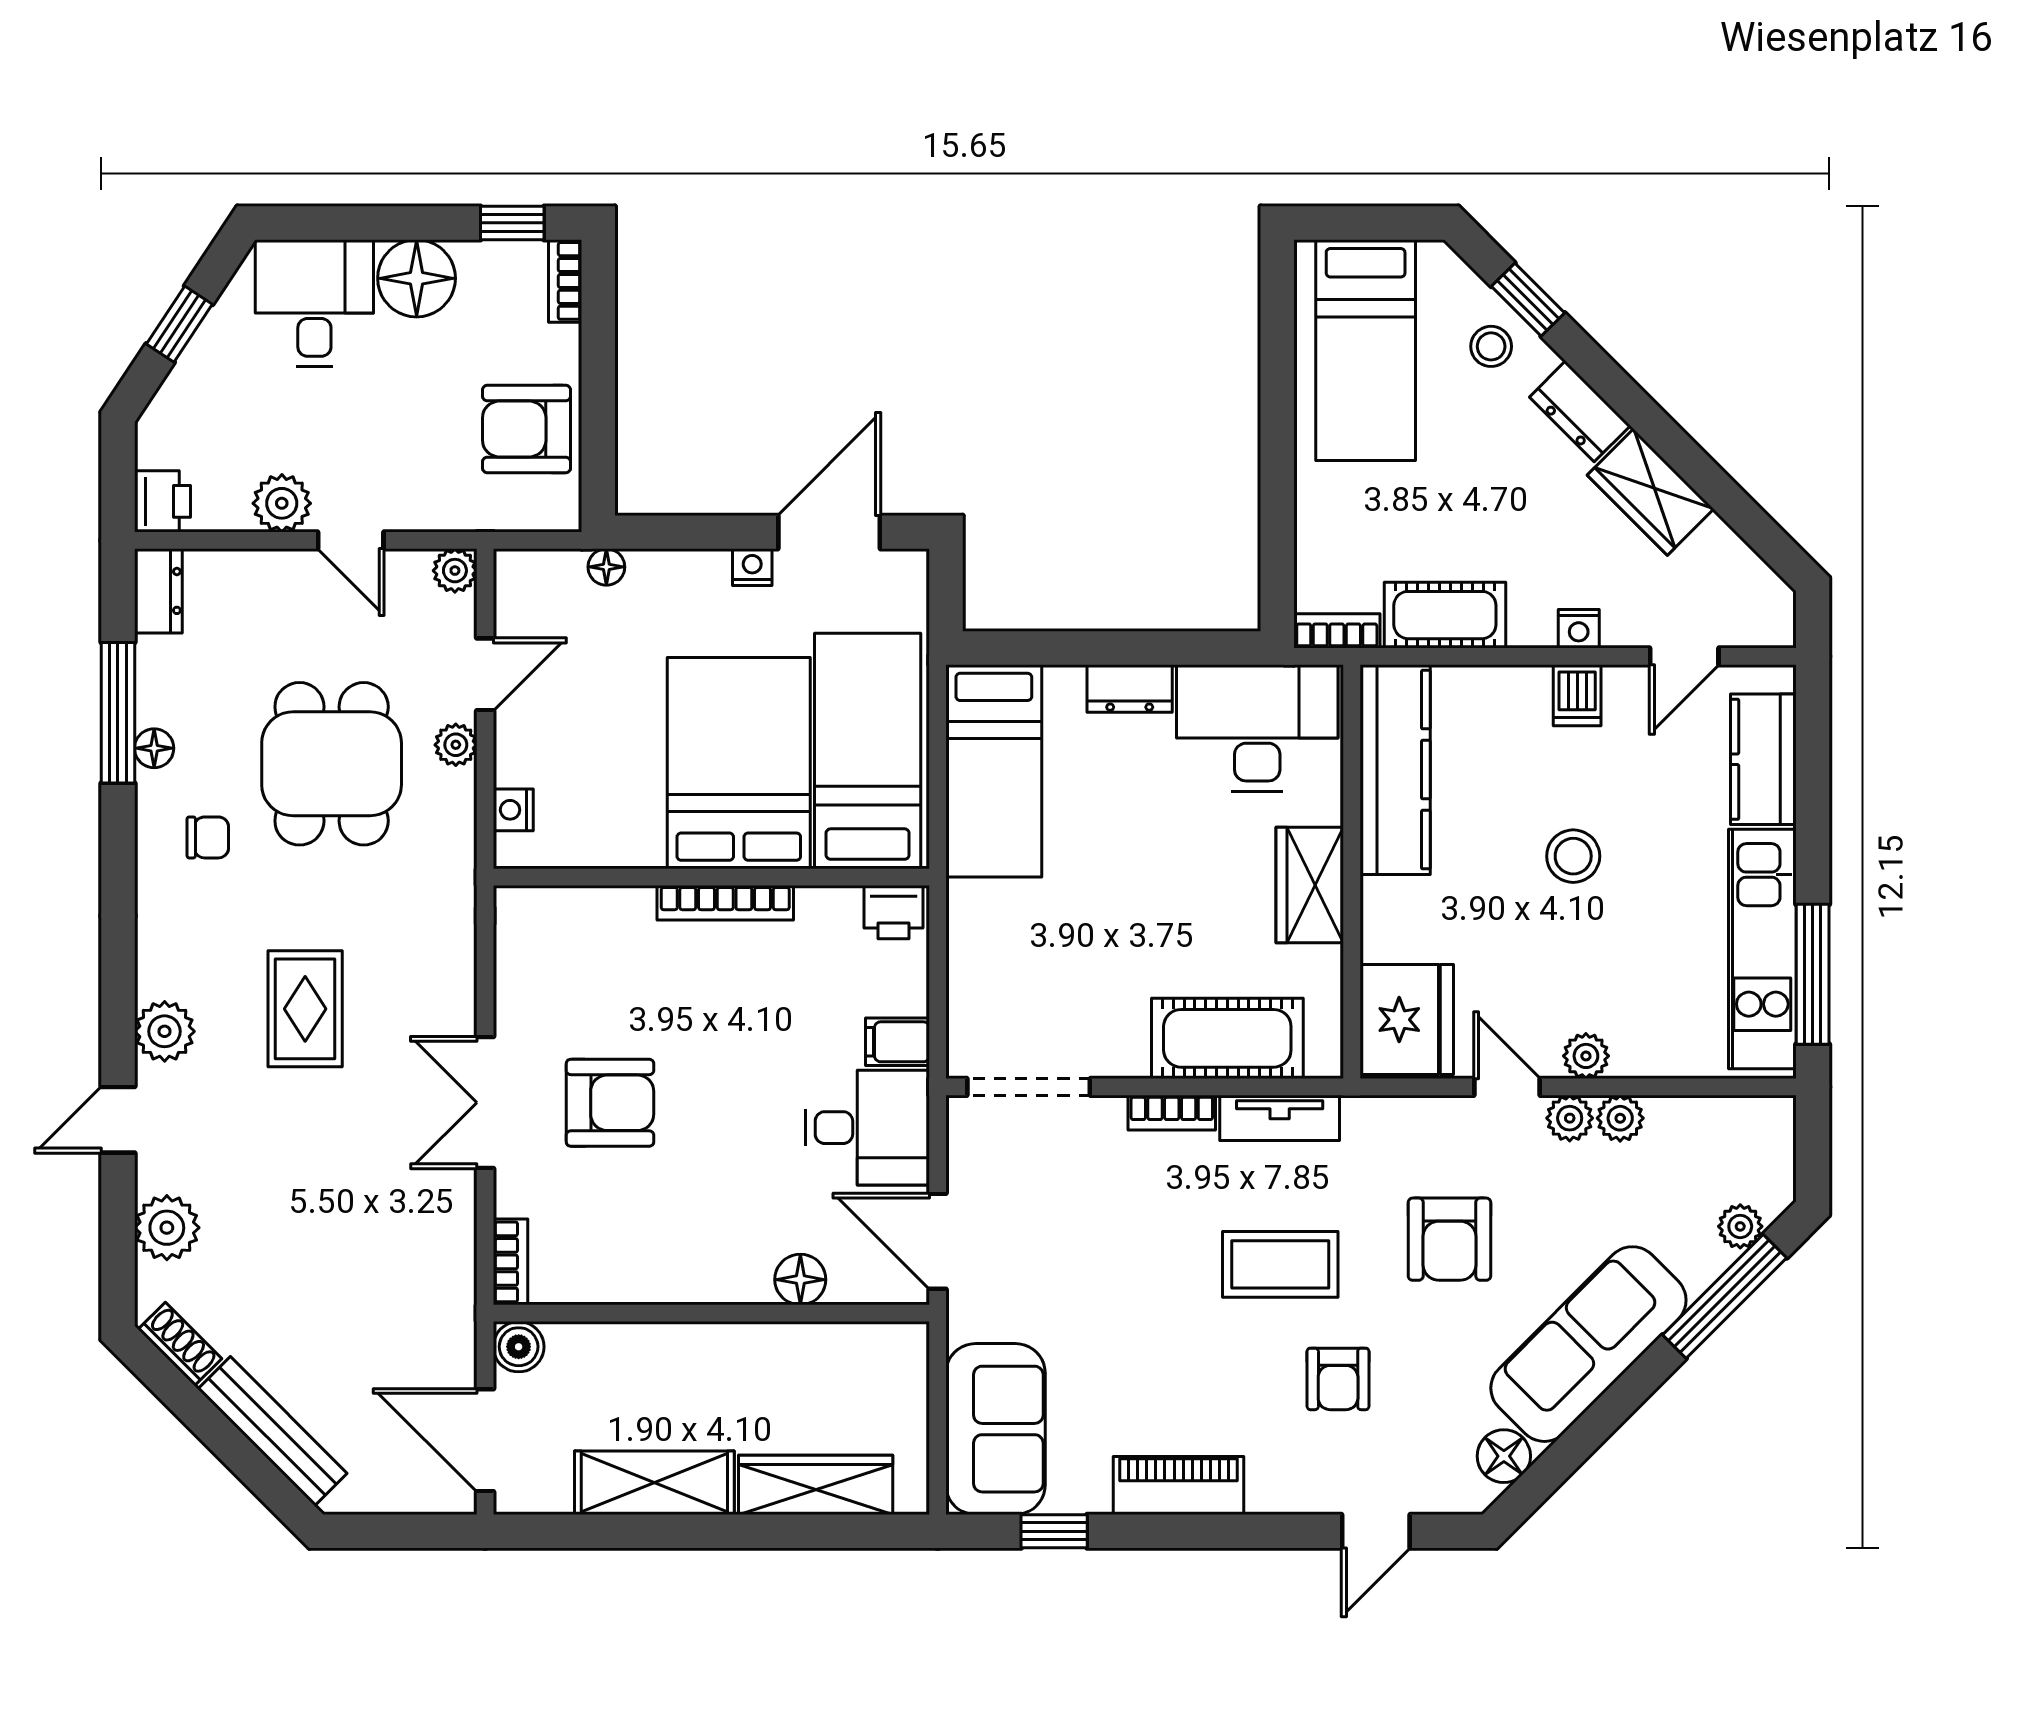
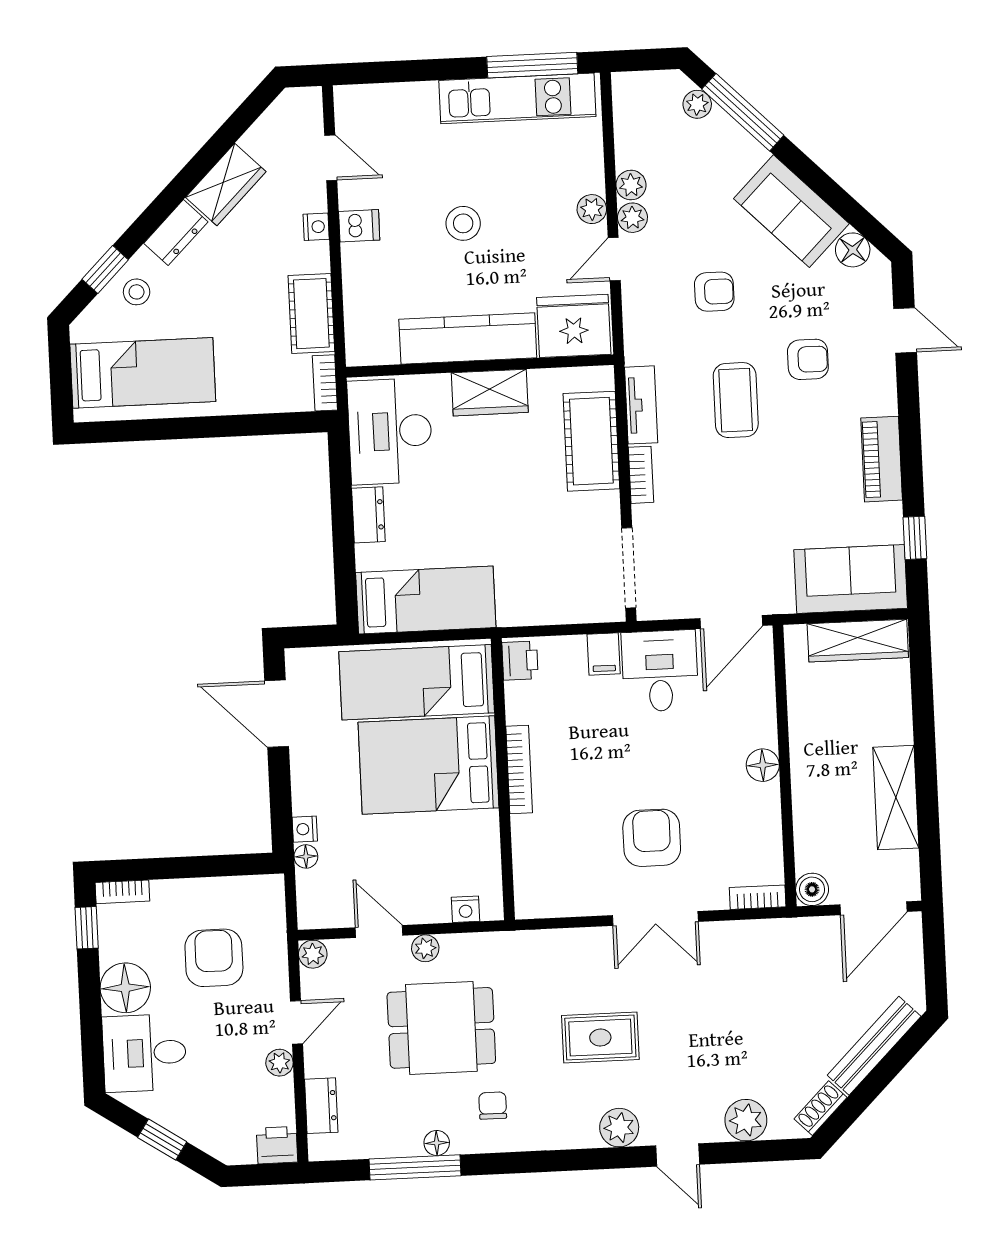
armchair: (527, 429) -> (214, 958), moved, turned 180
plant: (282, 503) -> (279, 1063), width x0.73, depth x0.73
nightstand: (752, 567) -> (305, 829), moved
dresser: (158, 591) -> (321, 1106), moved, turned 90
kitchen counter: (1763, 759) -> (395, 104), removed
kitchen counter: (1395, 770) -> (468, 338), moved
armchair: (1449, 1239) -> (714, 292), width x0.72, depth x0.72
floor lamp: (800, 1280) -> (763, 765), moved
sofa: (1588, 1344) -> (791, 211), width x0.73
wardrobe: (816, 1485) -> (858, 641), moved, turned -90

